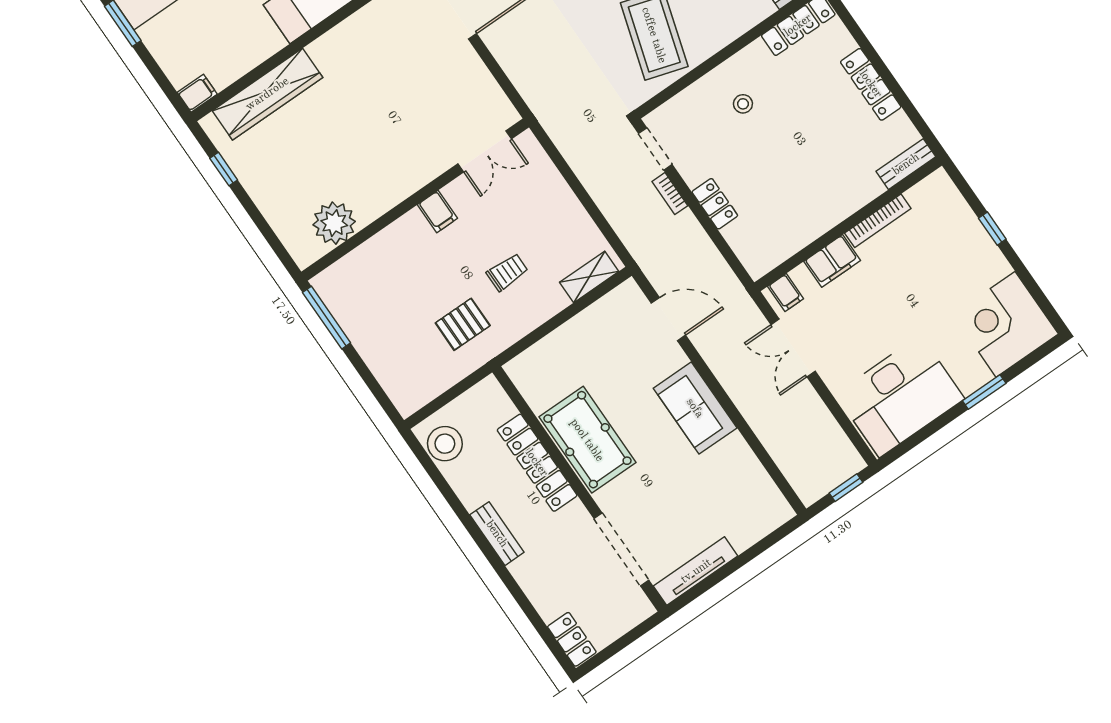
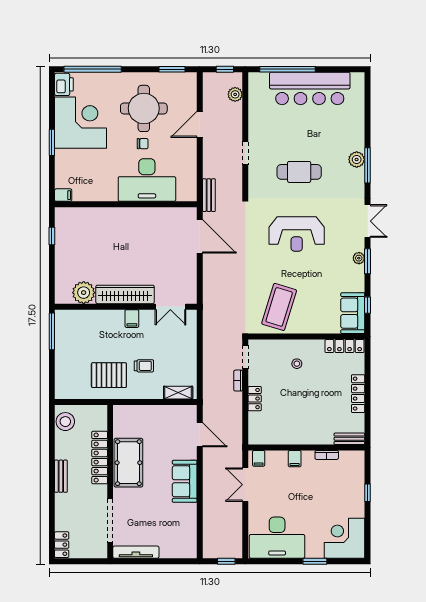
wardrobe: (267, 94) -> (125, 294), moved, turned 180
bookcase: (878, 221) -> (327, 455), width x0.64
filing cabinet: (832, 261) -> (295, 459), width x0.50
pallet: (463, 324) -> (109, 375), width x1.50, depth x1.42

